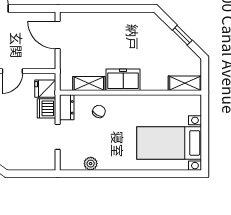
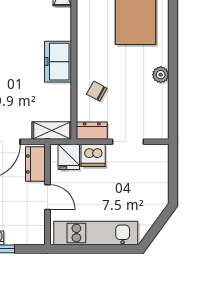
dresser: (39, 61) -> (35, 164), added
shelving: (89, 84) -> (52, 130), moved, turned 90
plant: (91, 164) -> (161, 75), moved

